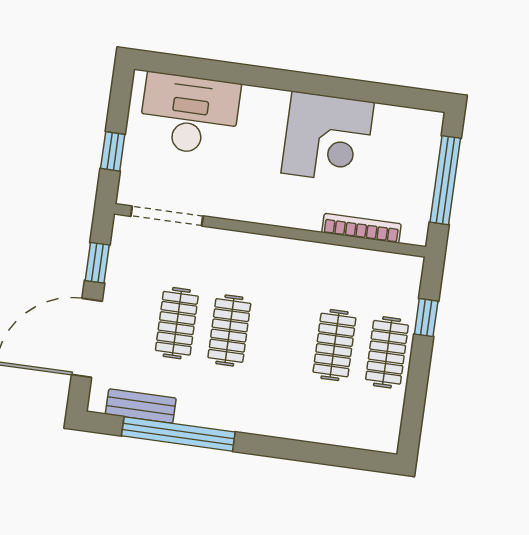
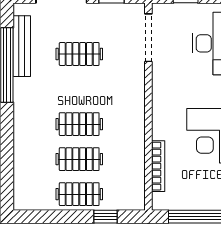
clothes rail: (229, 330) -> (79, 124), moved
bench: (141, 406) -> (22, 46), width x1.36

